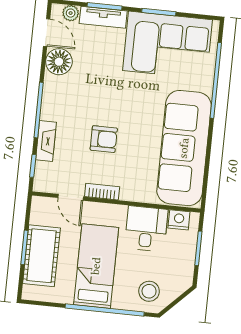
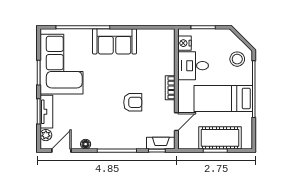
floor lamp: (59, 62) -> (86, 144), width x0.53, depth x0.53
armchair: (104, 139) -> (133, 102), turned 90
fireplace: (46, 141) -> (161, 143), moved
sofa: (184, 148) -> (115, 41), width x0.54, depth x0.79
bookcase: (102, 192) -> (170, 88), moved

